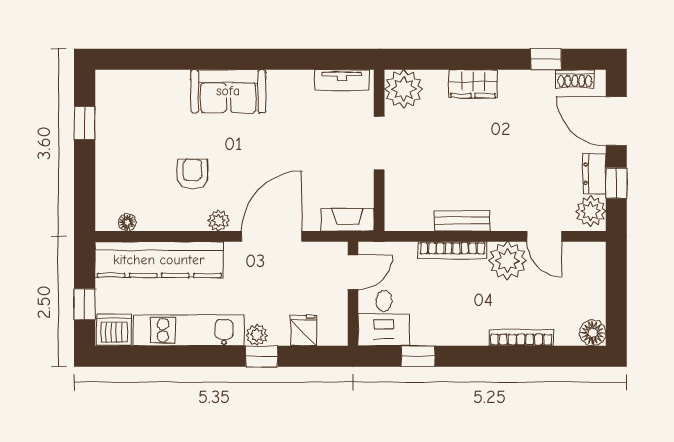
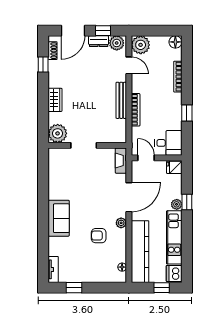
tv unit: (342, 80) -> (53, 269), moved
bench: (462, 221) -> (121, 100), width x1.36
door: (272, 236) -> (129, 197), swing flipped
door: (544, 236) -> (129, 65), hinge flipped
plant: (507, 261) -> (141, 45), moved
fridge: (304, 330) -> (174, 167), moved
window: (418, 356) -> (187, 113), moved

